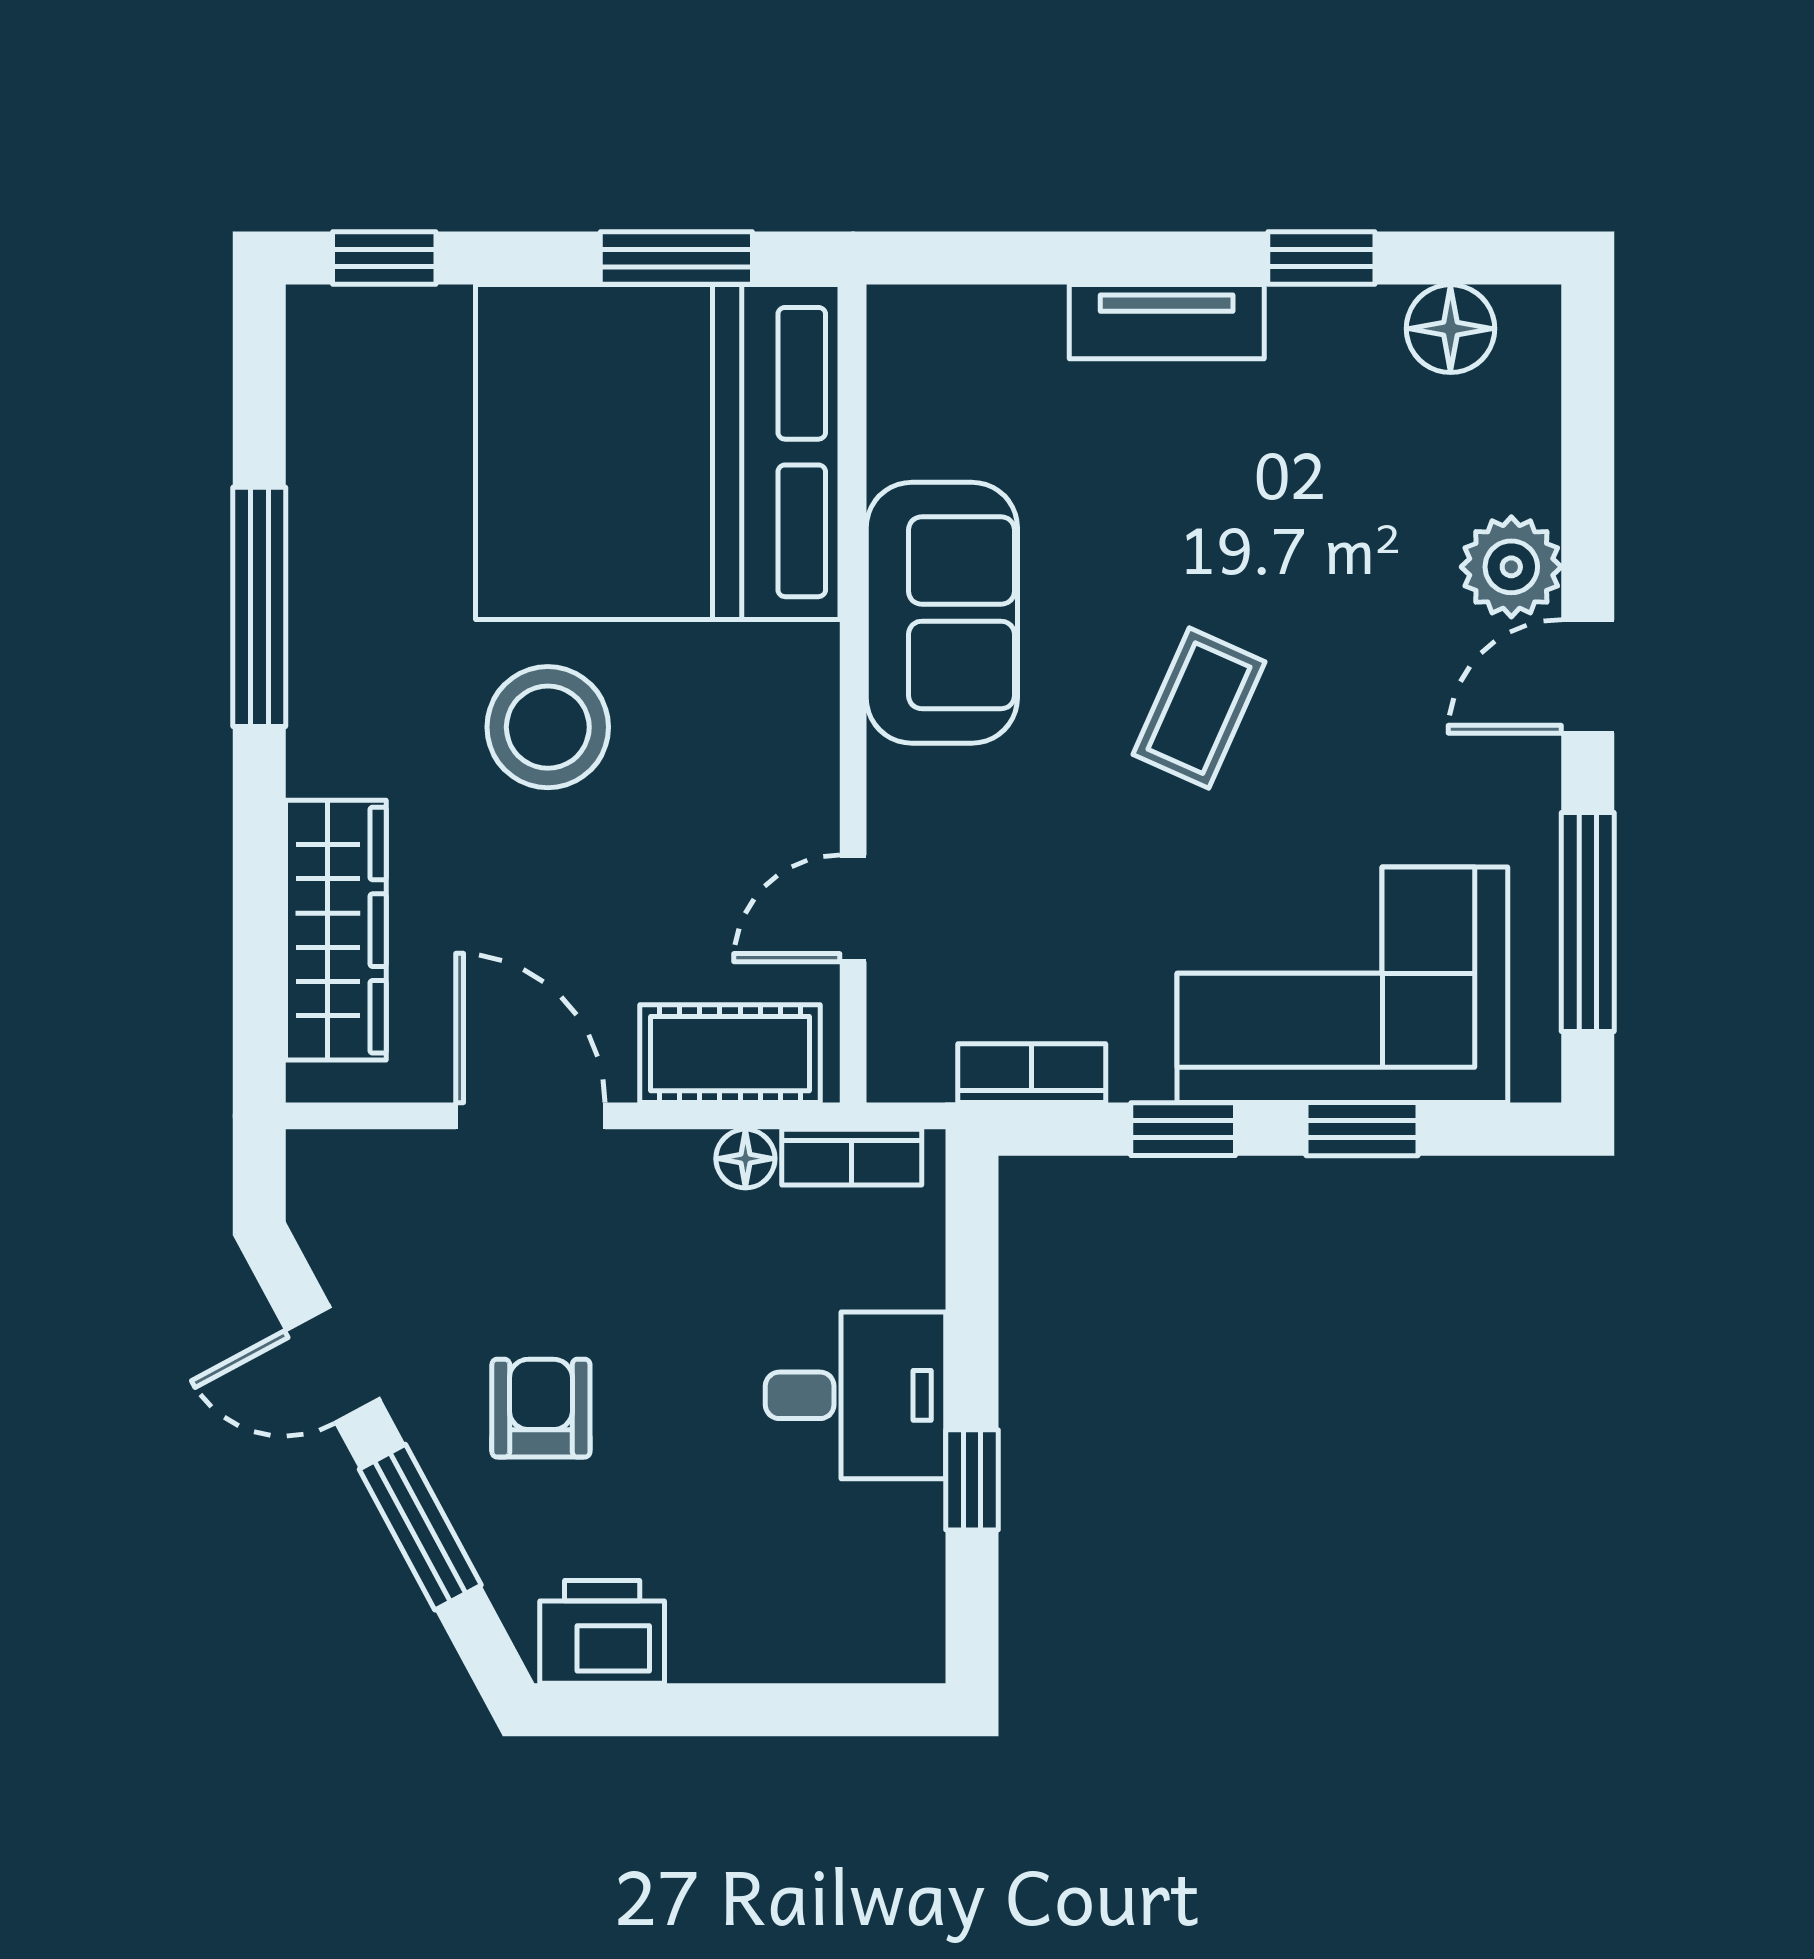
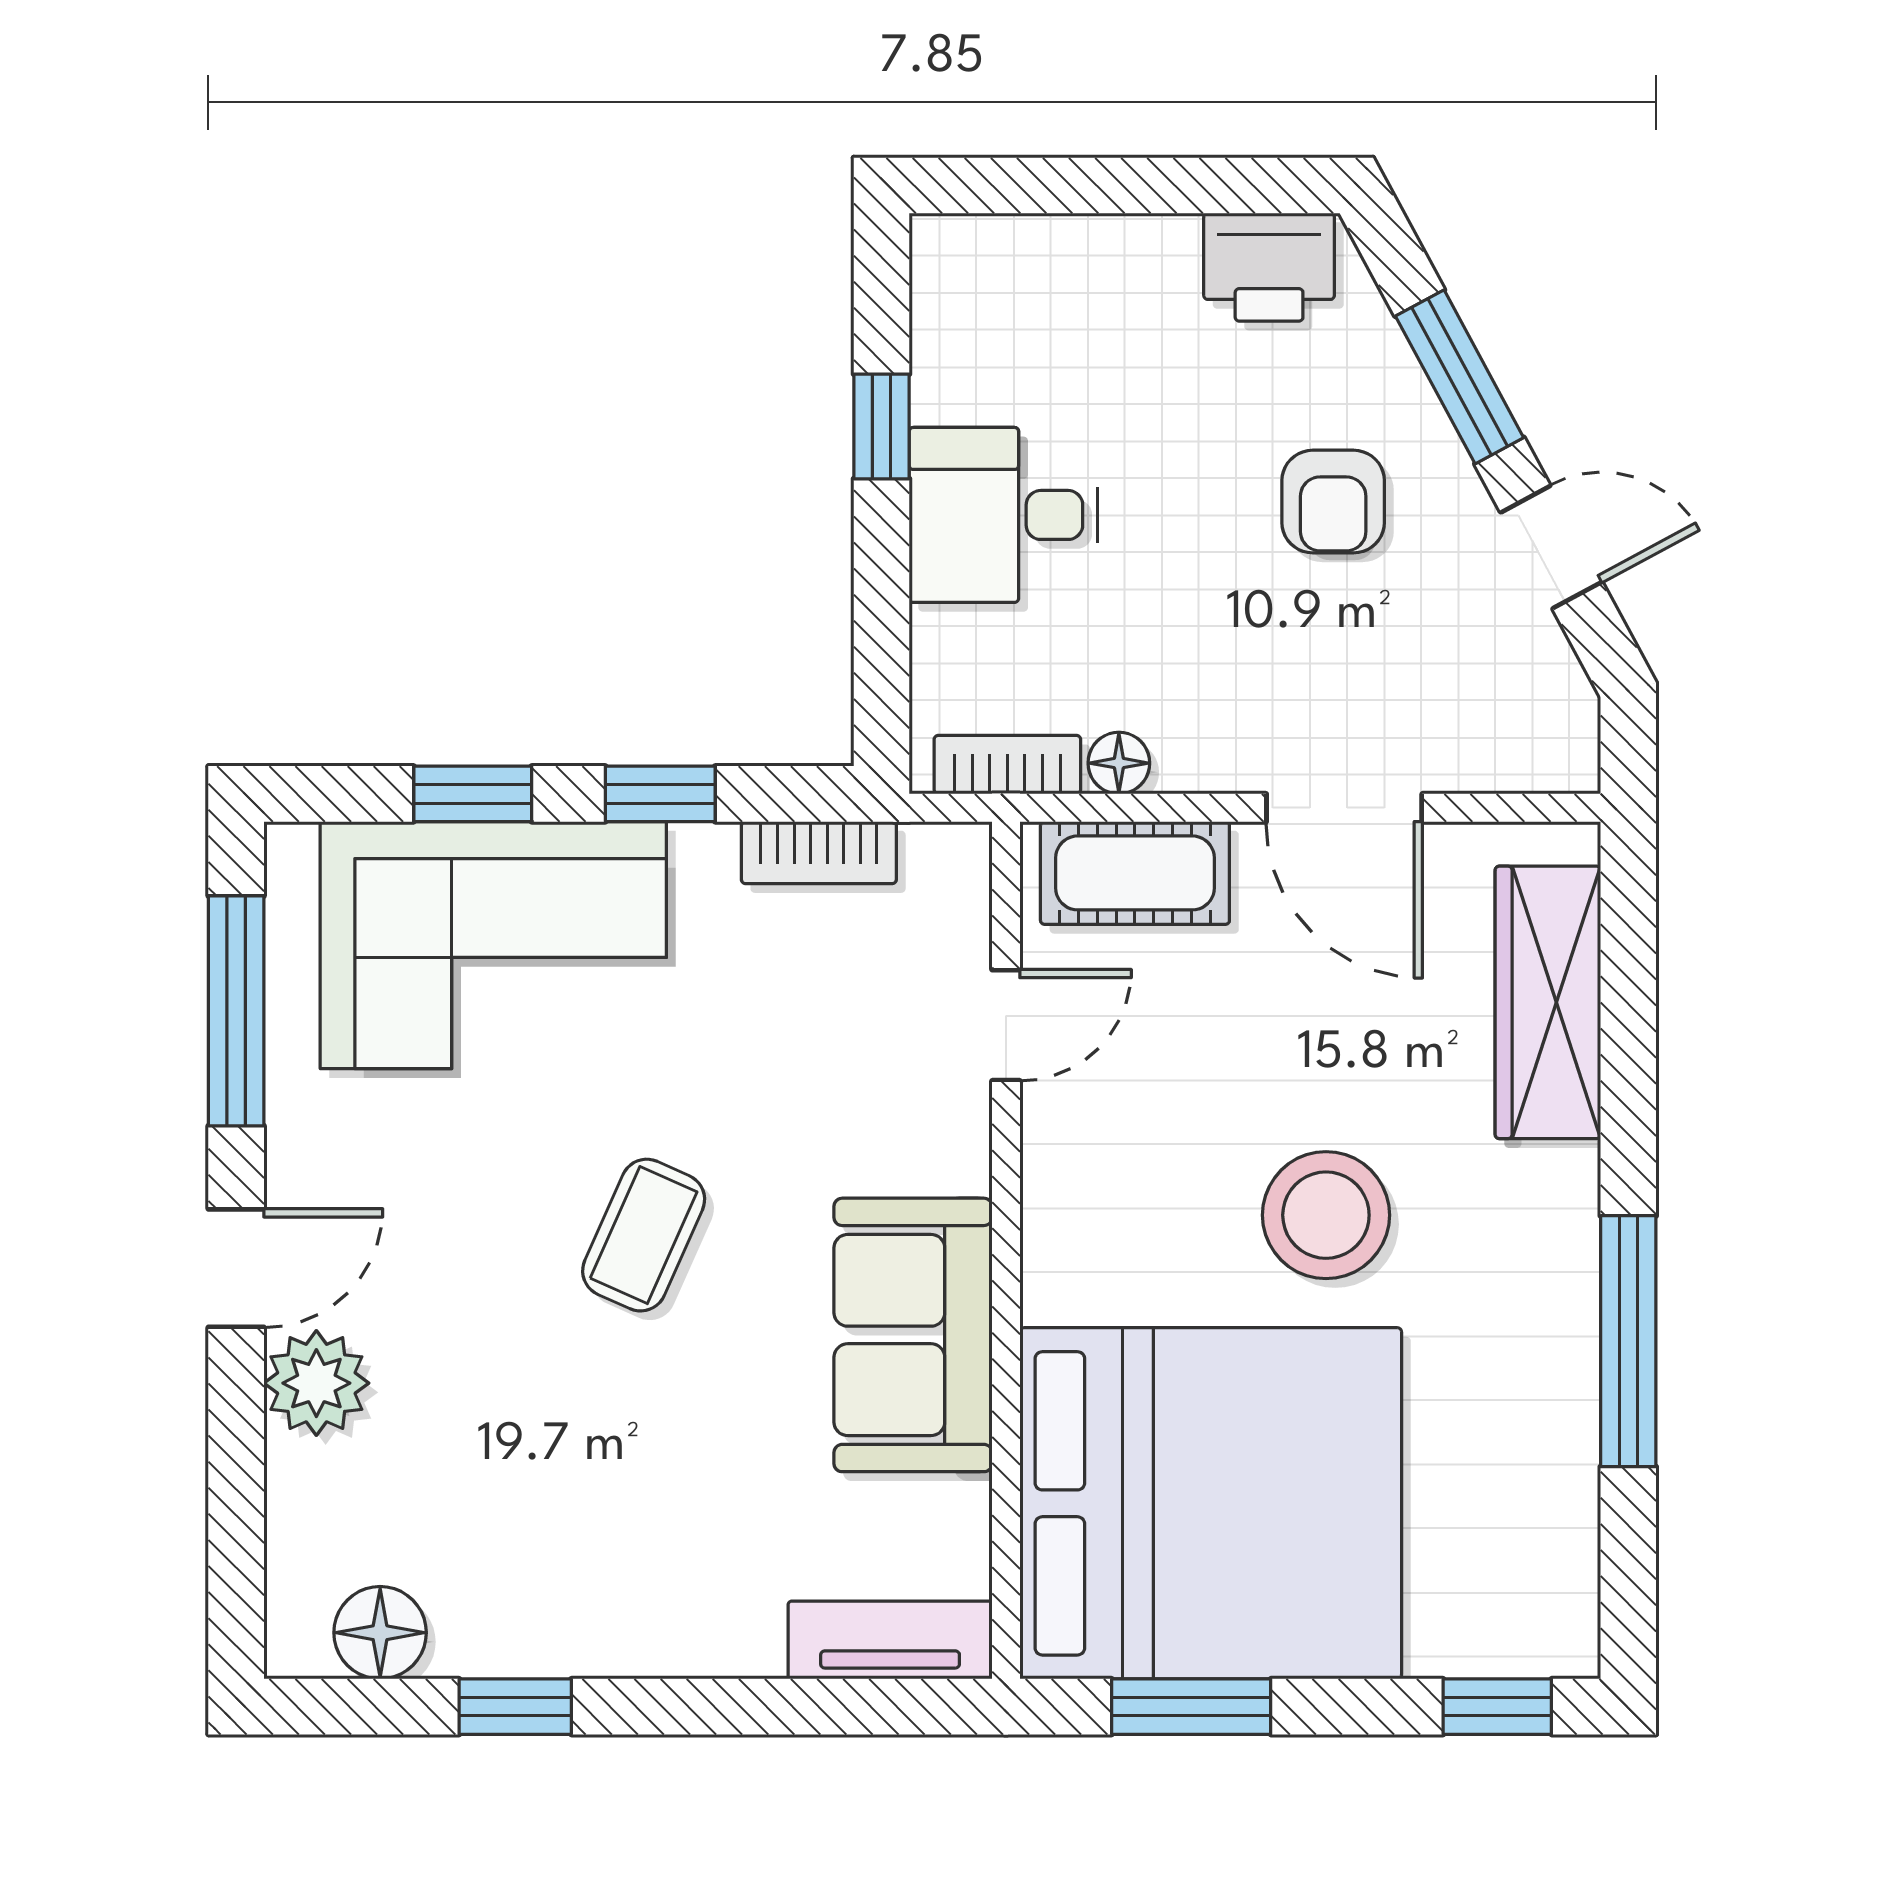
tv unit: (1167, 322) -> (890, 1640), moved

